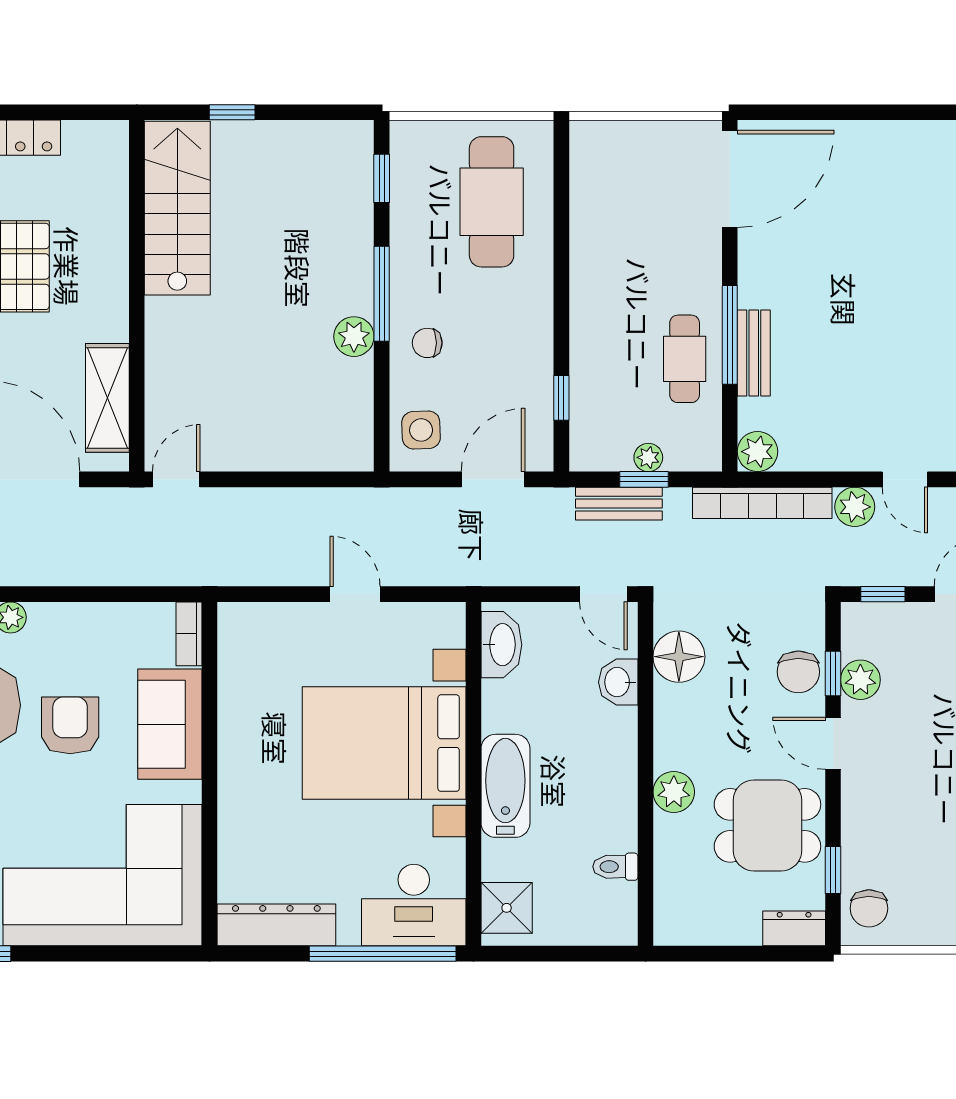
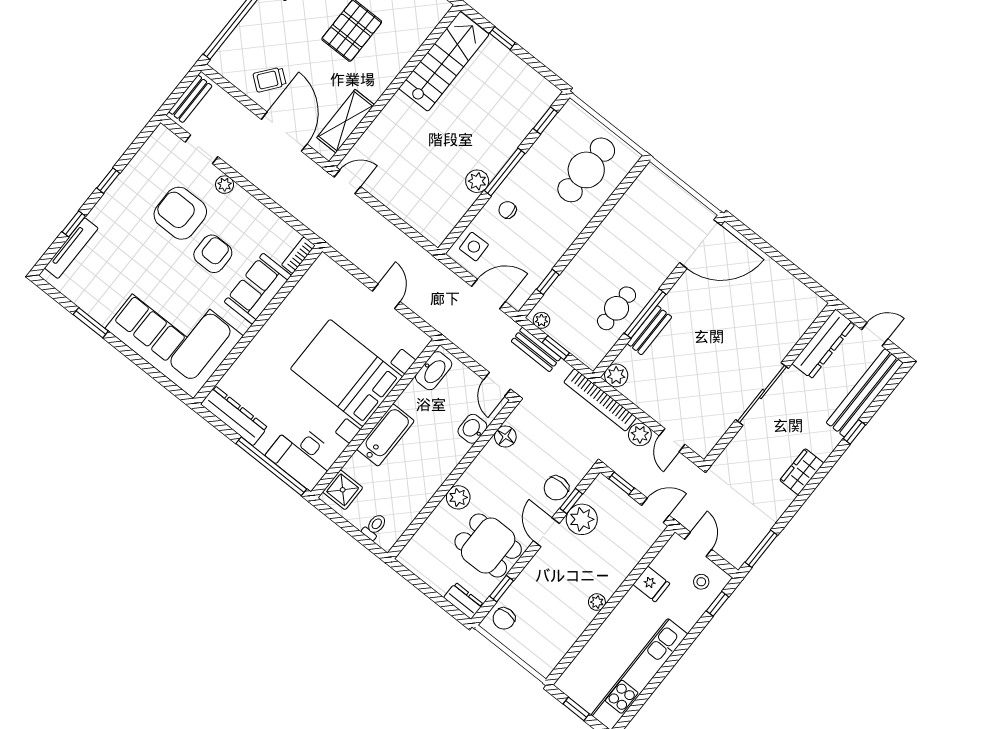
plant: (648, 457) -> (541, 320), moved
floor lamp: (679, 657) -> (505, 436), width x0.73, depth x0.73
plant: (860, 680) -> (582, 519), width x1.36, depth x1.36
toilet: (615, 867) -> (375, 527), moved, turned 90

